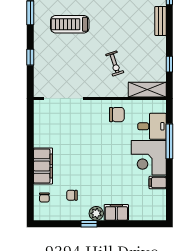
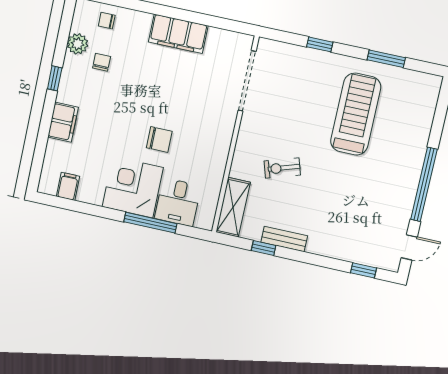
bench: (161, 21) -> (284, 239), moved
treadmill: (70, 24) -> (356, 114), width x1.37, depth x1.38
chair: (117, 115) -> (159, 140), moved, turned -90
filing cabinet: (43, 166) -> (178, 34), moved
filing cabinet: (158, 183) -> (68, 186), moved
plant: (96, 213) -> (78, 44), moved

